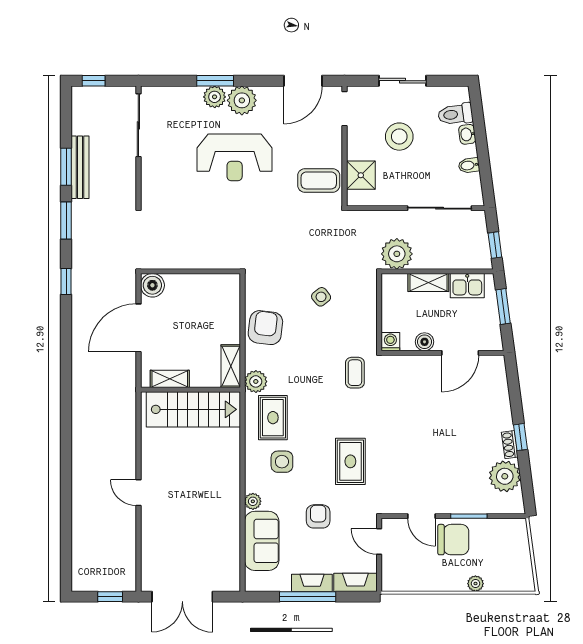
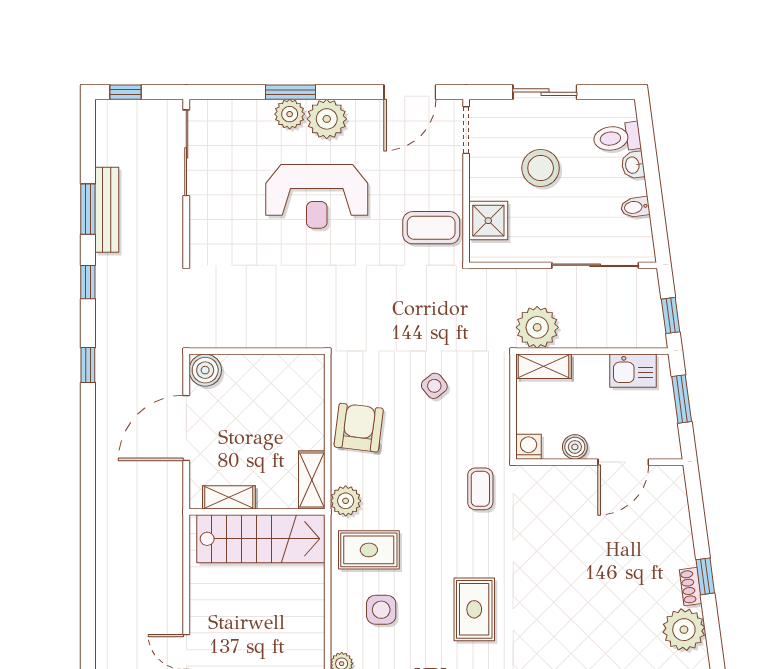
window: (66, 220) -> (88, 282), width x0.67
shelving: (428, 283) -> (544, 366), moved
rug: (273, 418) -> (369, 550), turned 90

